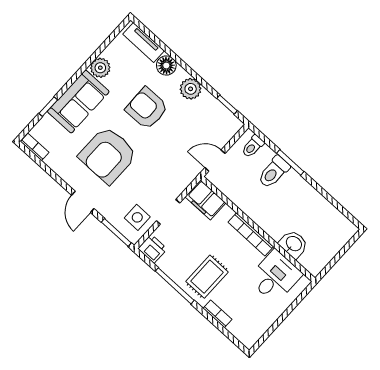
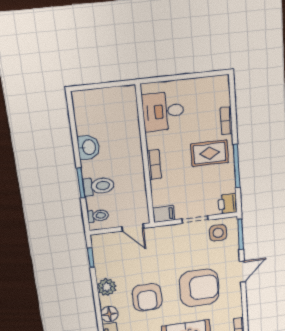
filing cabinet: (205, 200) -> (164, 214), width x0.50
bookcase: (251, 234) -> (154, 165), width x0.64
washbasin: (293, 244) -> (88, 147), moved, turned 180

